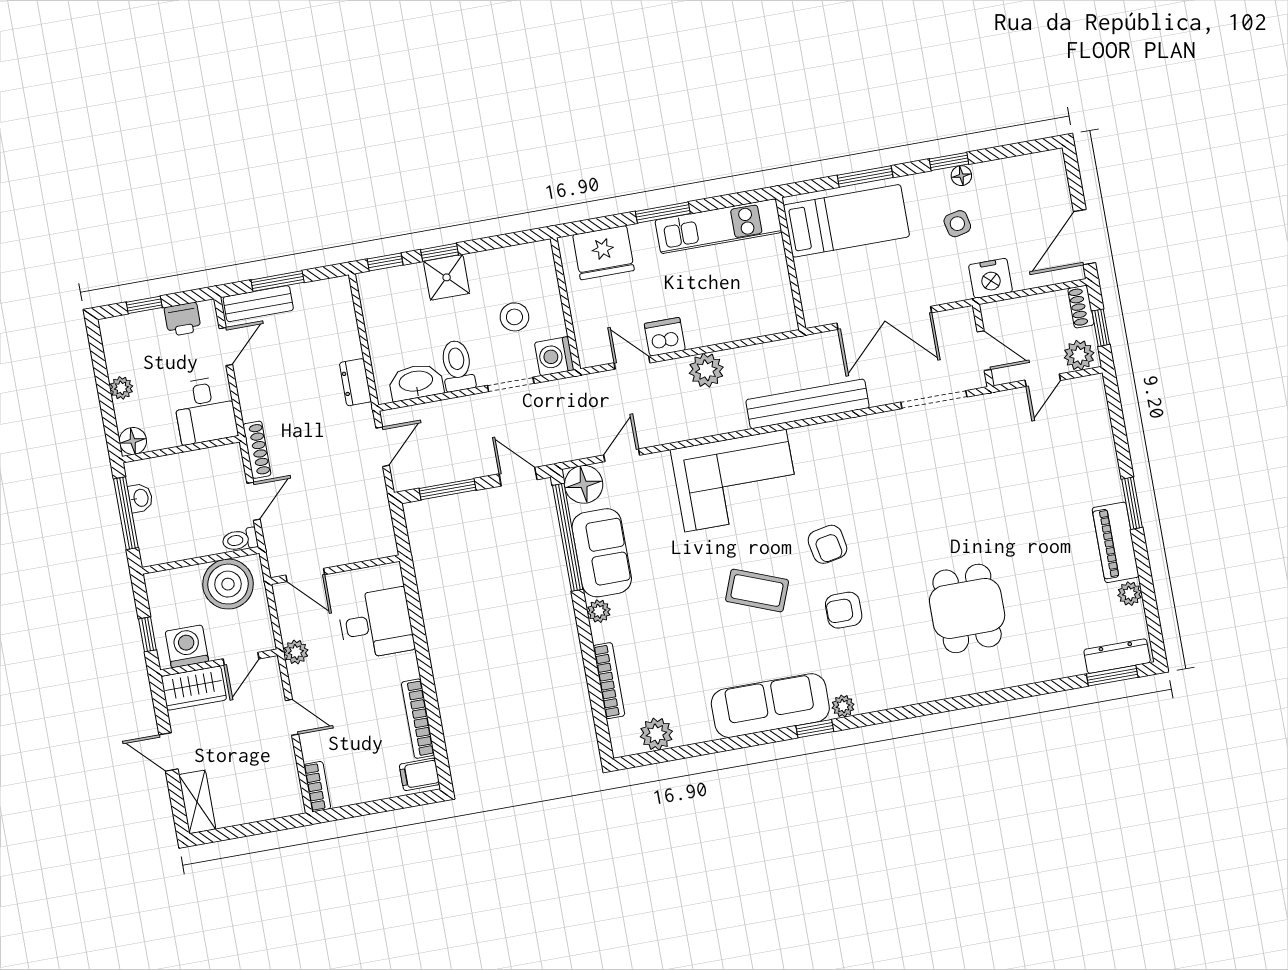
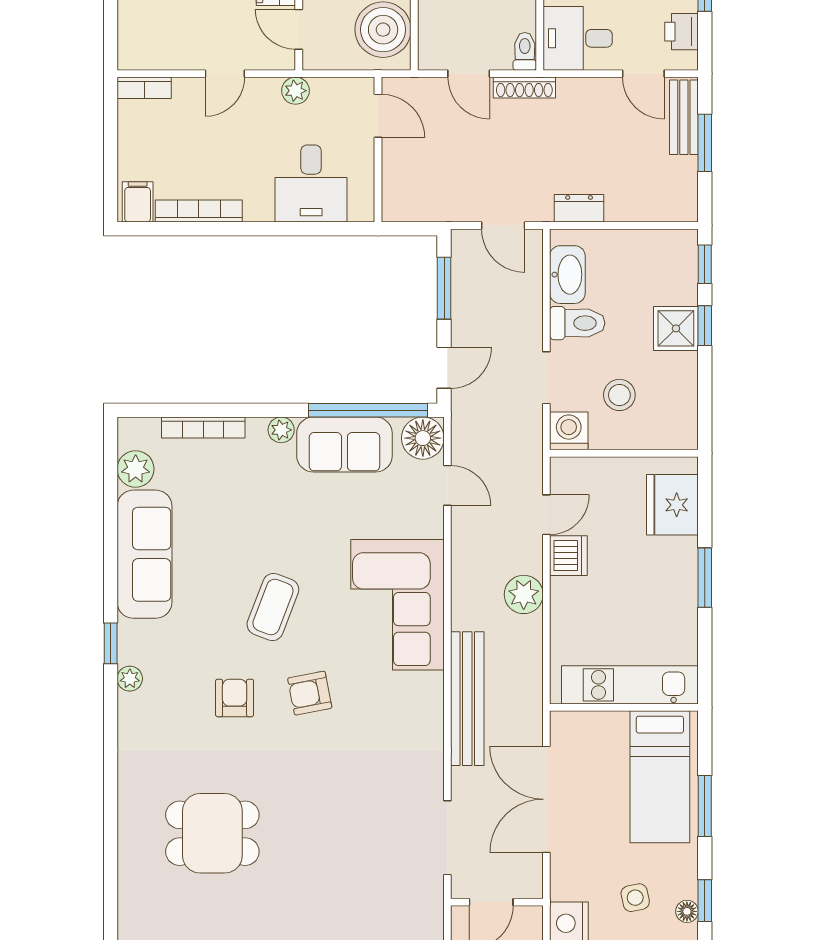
kitchen unit: (718, 226) -> (630, 685), moved, turned 90
toilet: (240, 540) -> (525, 51), moved
door: (305, 575) -> (378, 116), swing flipped
sofa: (770, 706) -> (145, 554), moved

